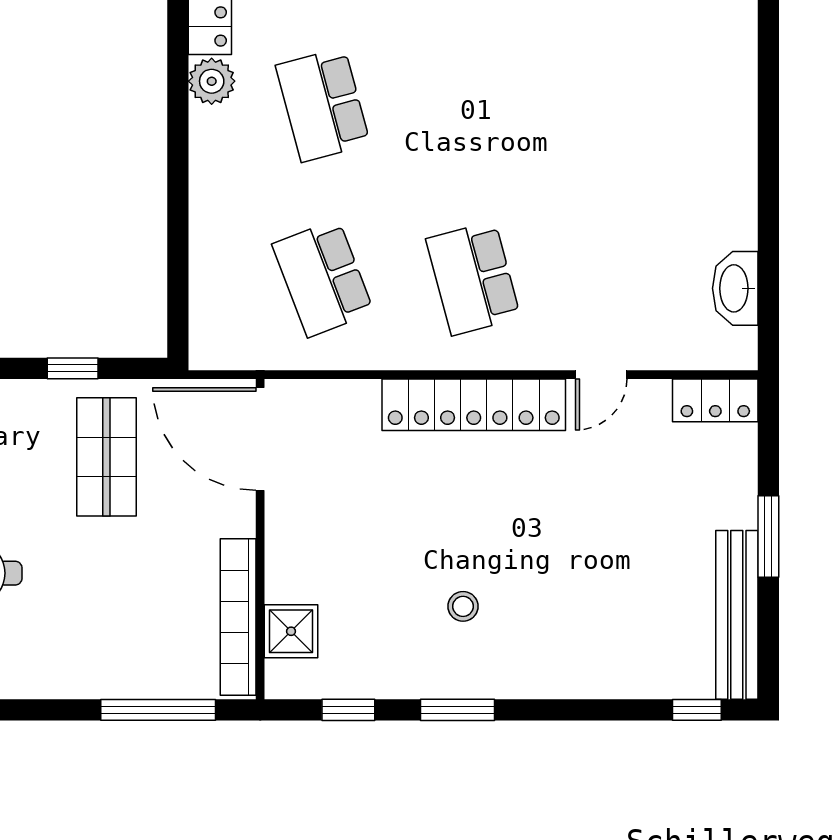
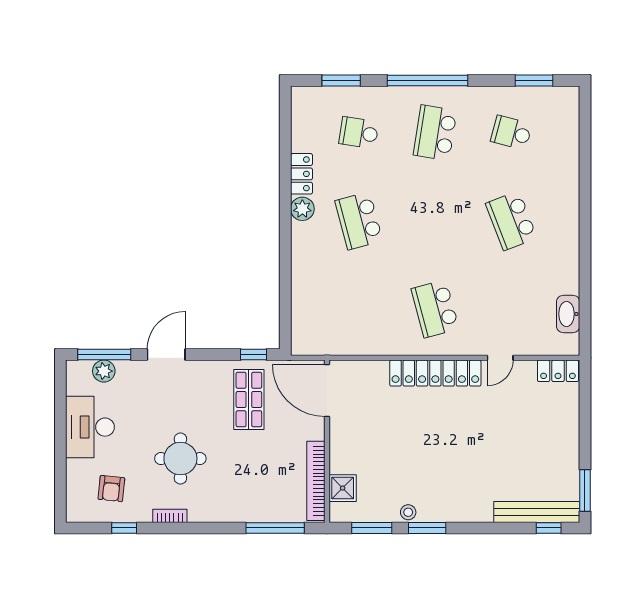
school desk: (323, 278) -> (511, 221), moved
window: (73, 368) -> (253, 355), moved
window: (768, 537) -> (585, 490), moved
stool: (463, 606) -> (408, 512), moved
bench: (737, 615) -> (537, 512), moved, turned 90
window: (348, 710) -> (372, 528), width x1.50

